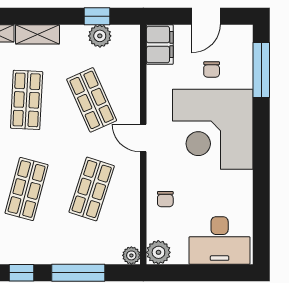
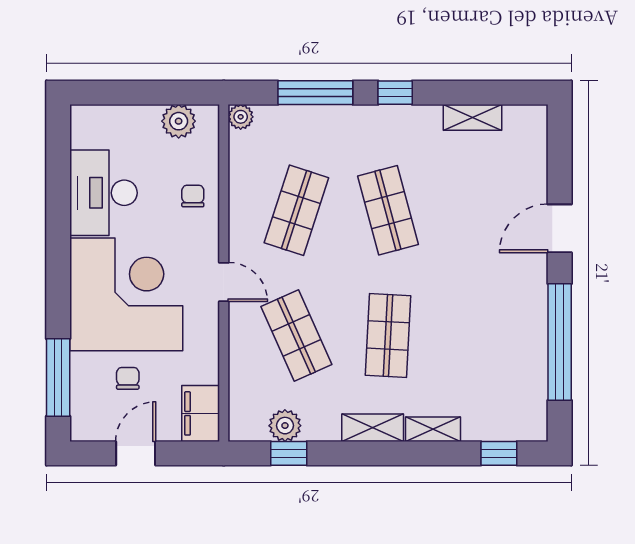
shop shelf: (27, 189) -> (388, 210), turned -30
desk: (220, 240) -> (103, 193), moved, turned -90
plant: (158, 252) -> (179, 121), moved

